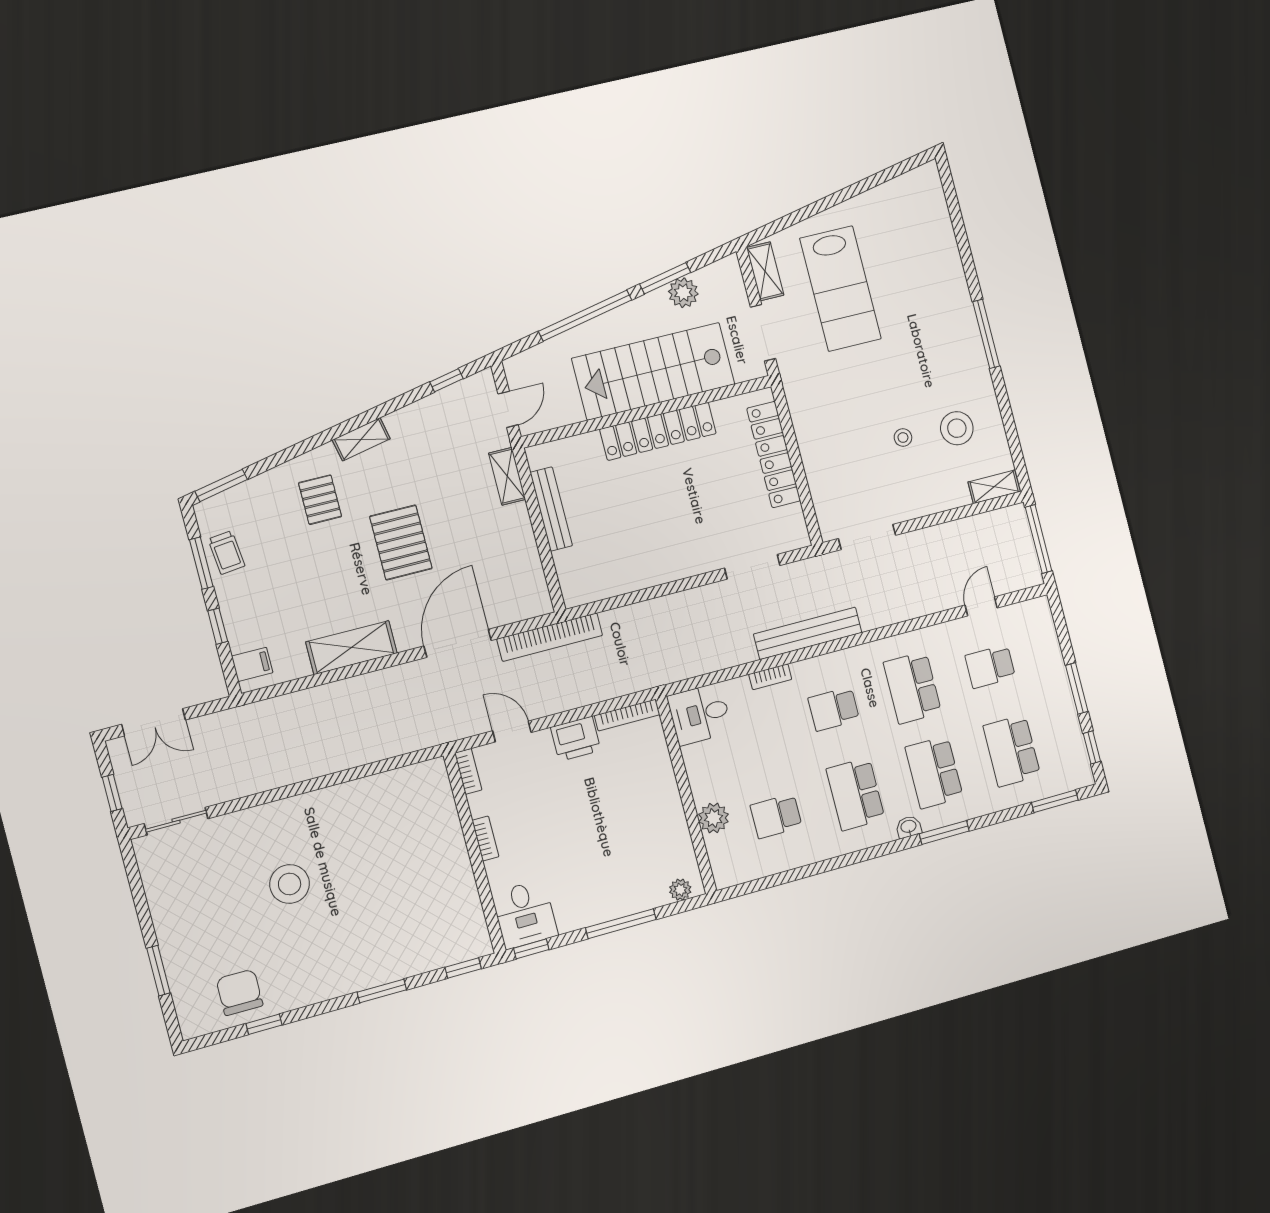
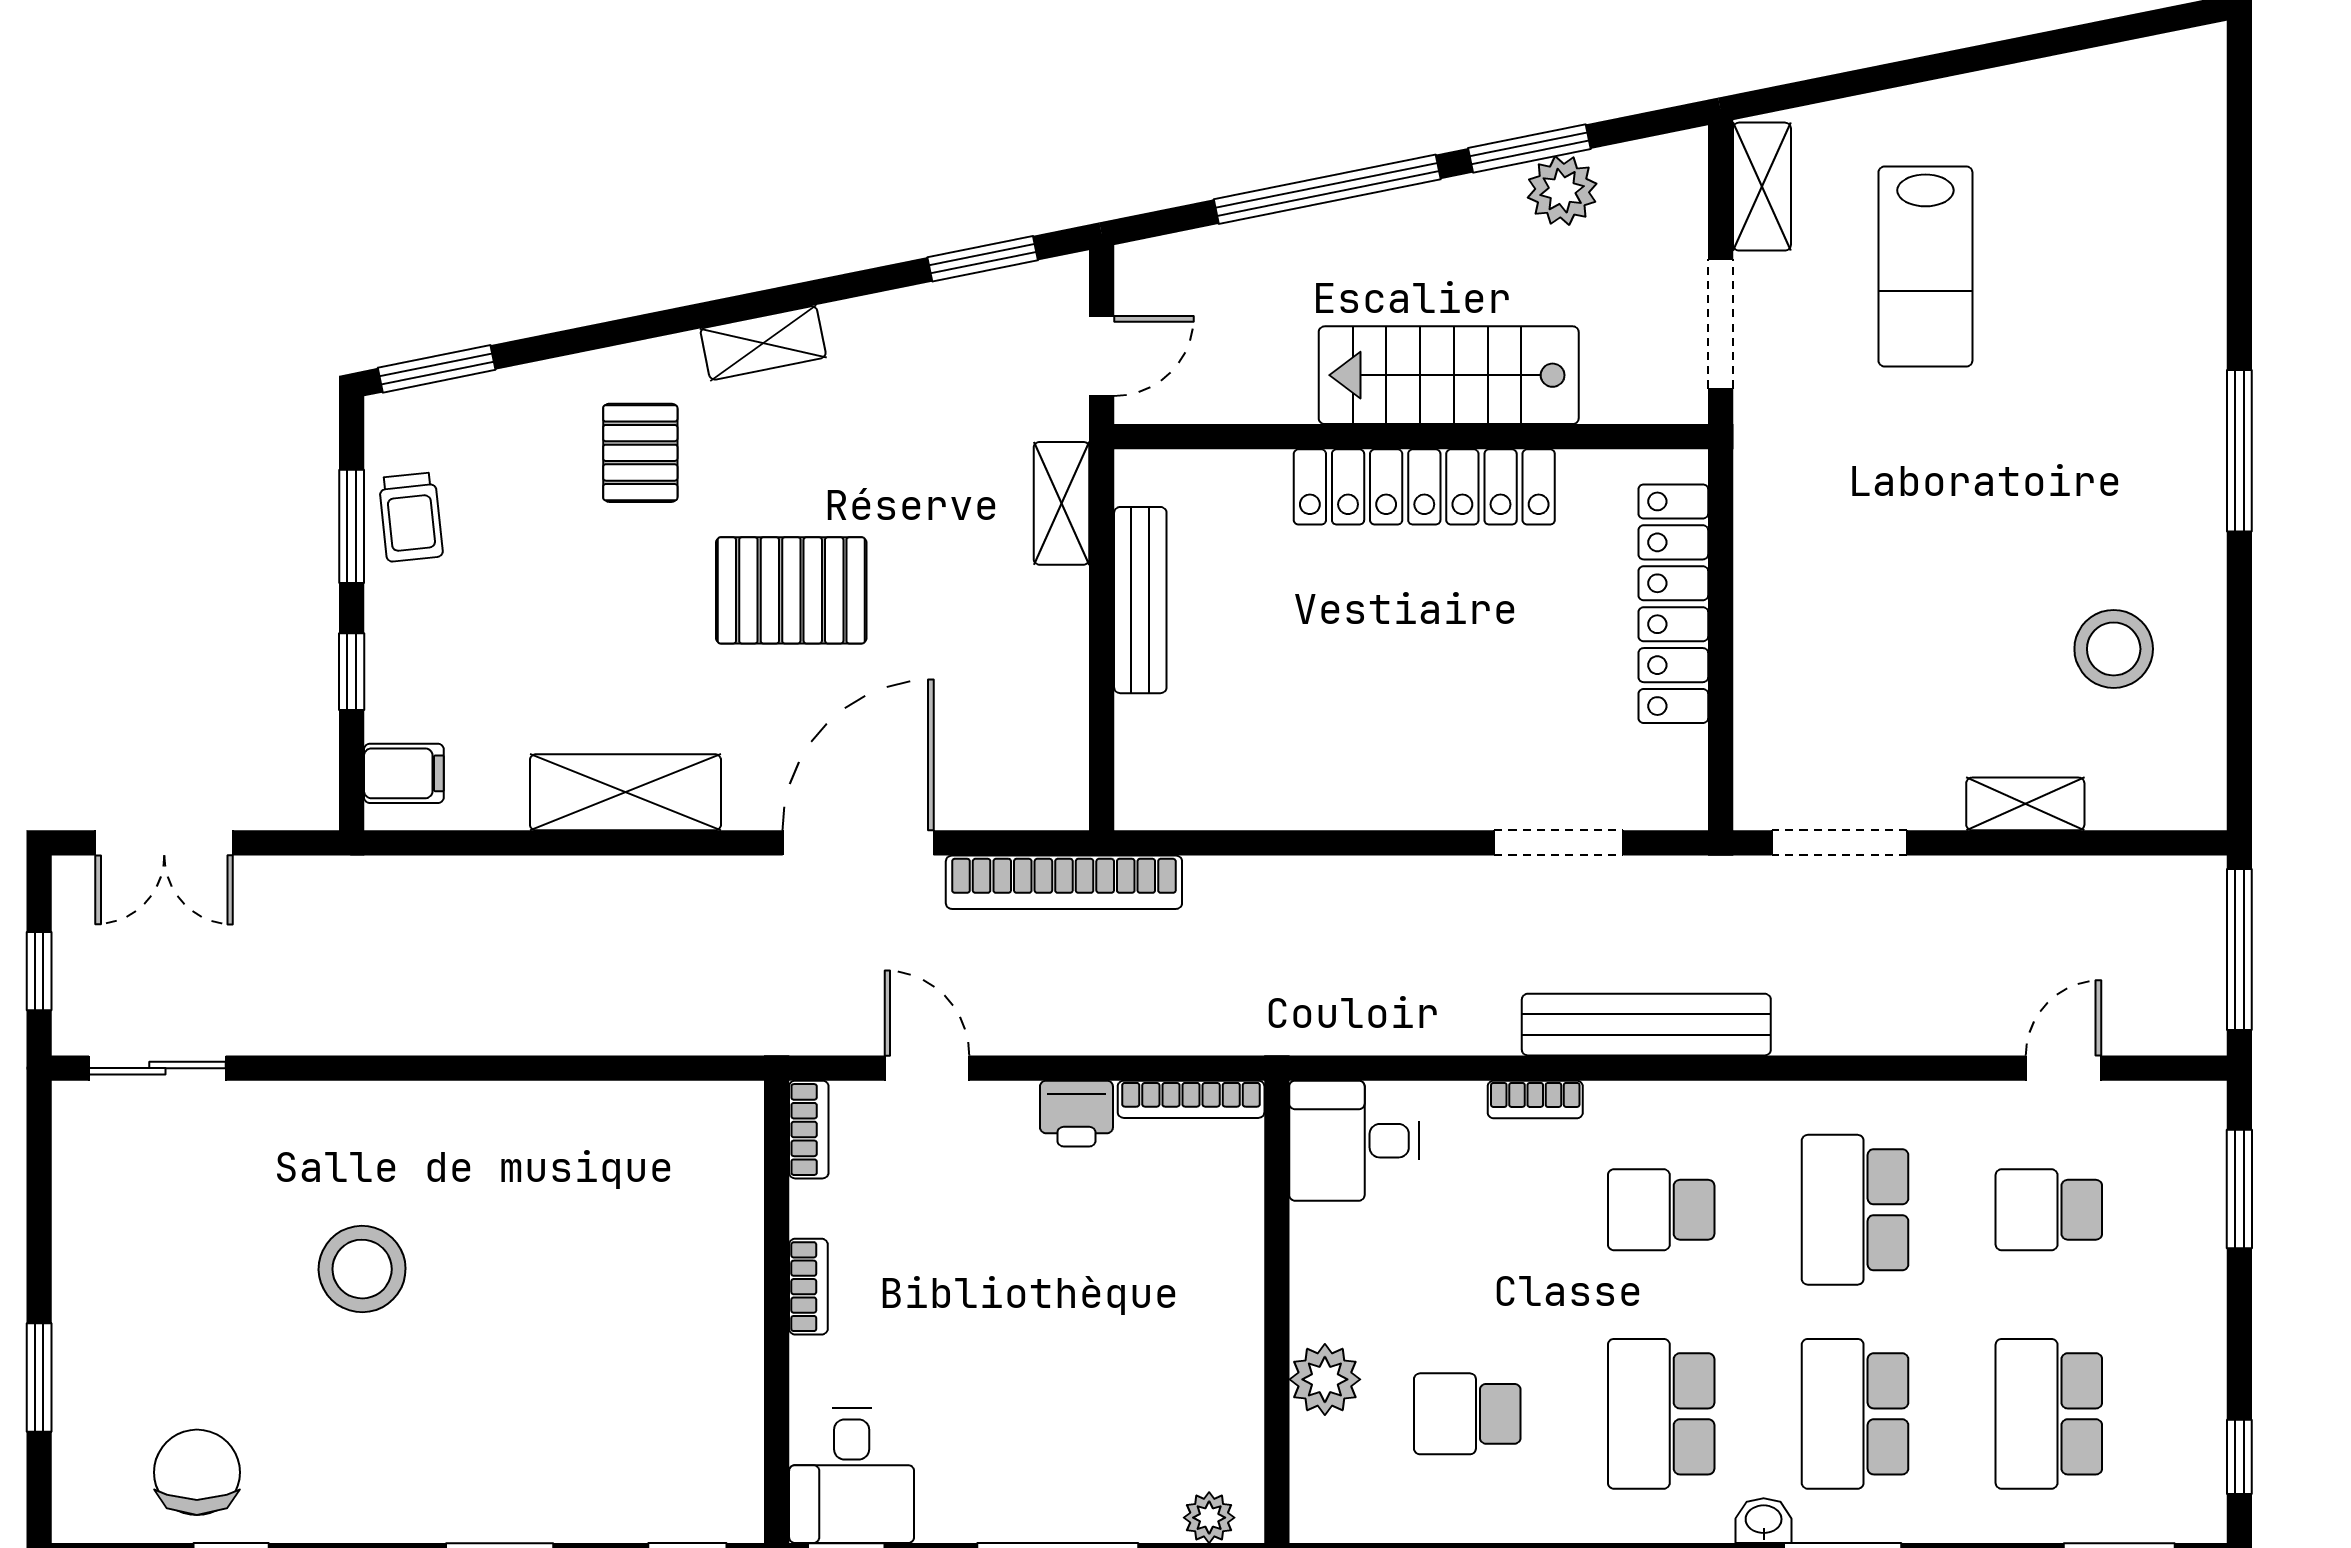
lab bench: (840, 289) -> (1925, 267), width x0.73, depth x0.72
stairs: (653, 371) -> (1449, 375), width x0.73, depth x0.66
window: (446, 380) -> (983, 259), width x1.50
stool: (903, 438) -> (1982, 639), removed
shelving: (994, 487) -> (2025, 804), moved
pallet: (401, 542) -> (791, 590), turned 90
window: (1077, 688) -> (2239, 1189), moved
printer: (576, 739) -> (1076, 1114), width x0.73, depth x0.81

